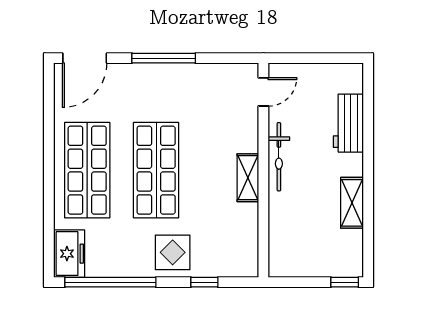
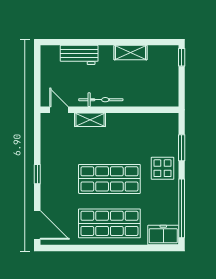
window: (164, 58) -> (37, 174), width x0.46
shelving: (248, 178) -> (90, 120), moved
window: (204, 282) -> (182, 148), width x1.50

